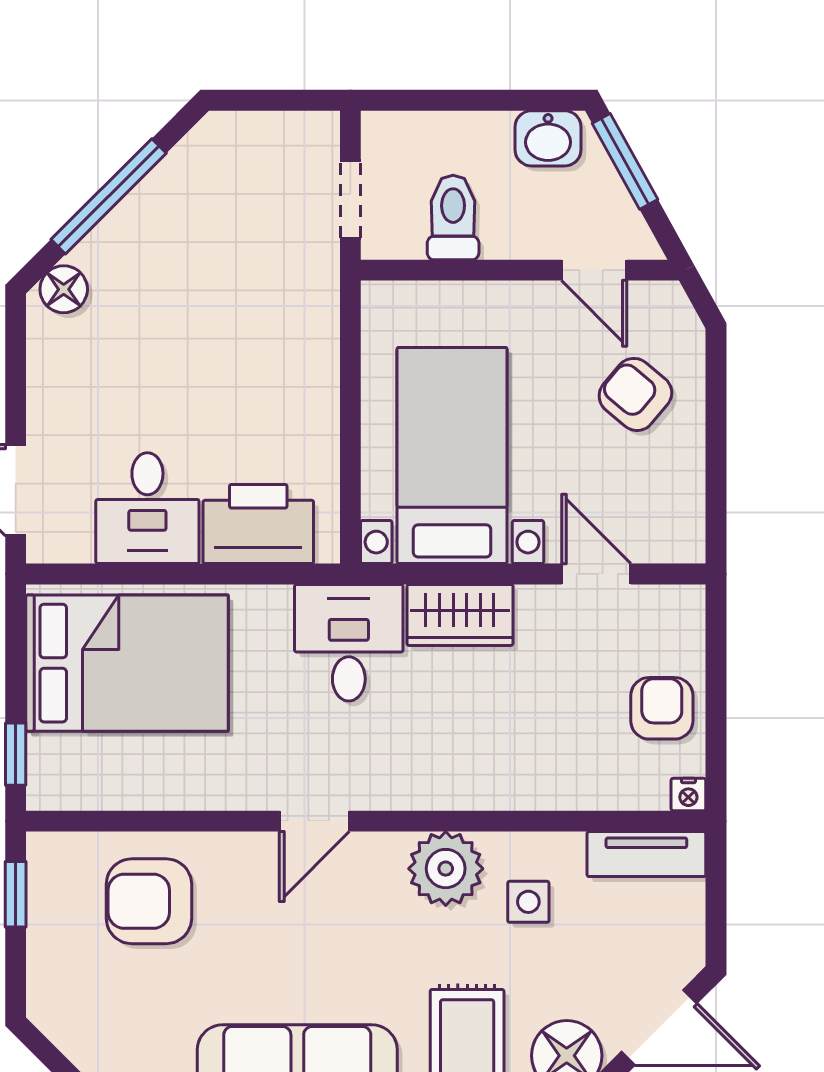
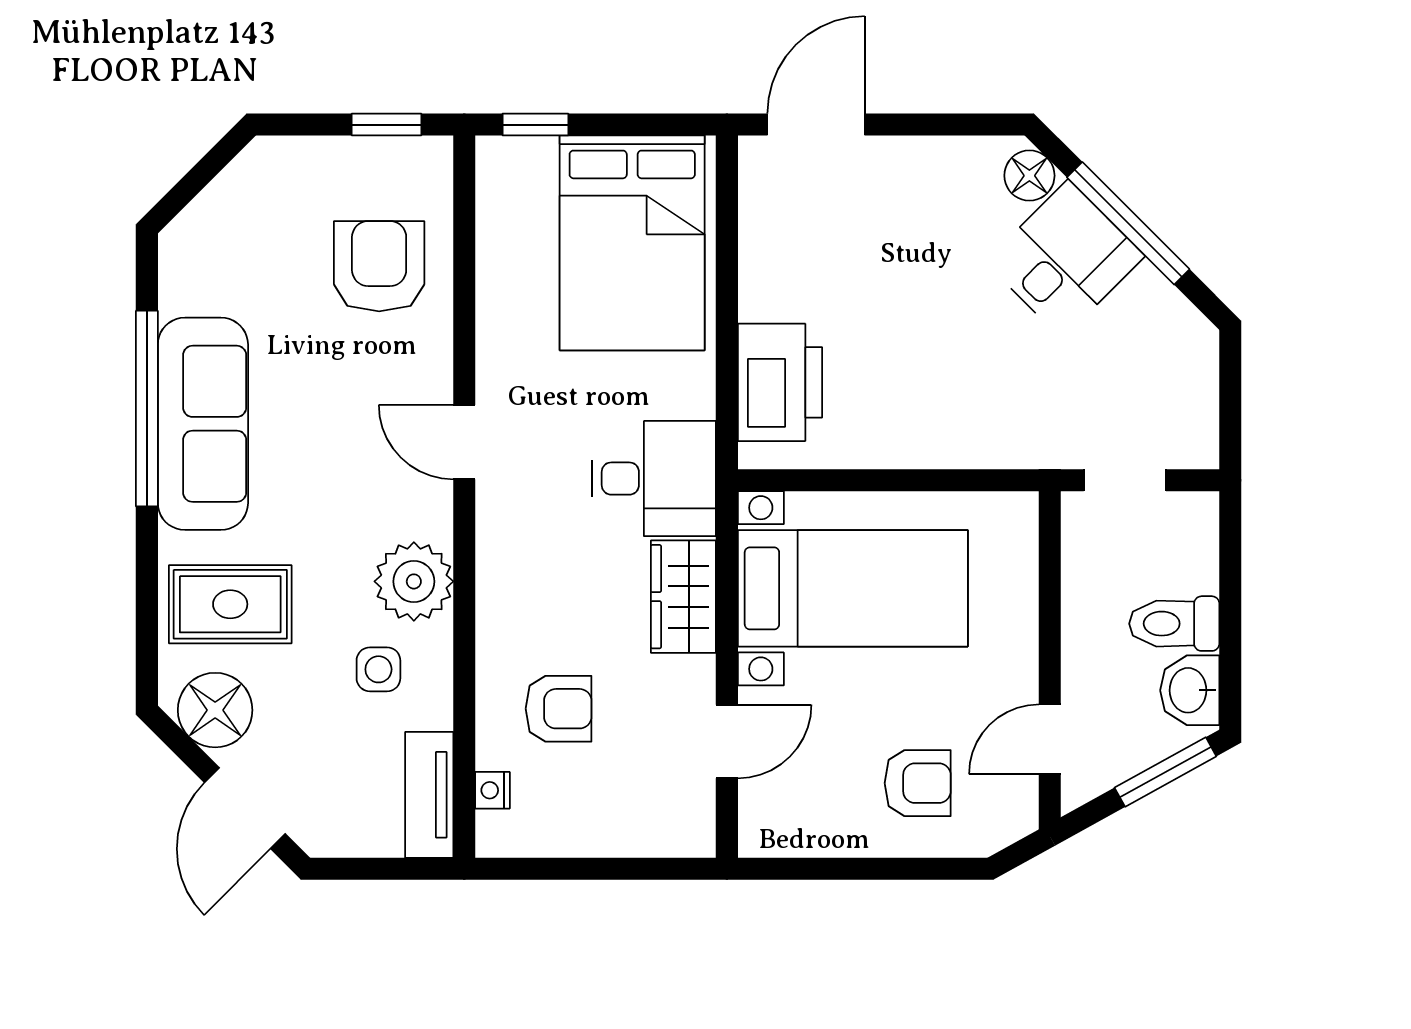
toilet: (453, 217) -> (1174, 624), moved, turned 180
armchair: (635, 394) -> (918, 783), turned 50
desk: (147, 508) -> (1065, 259), moved, turned 135
armchair: (662, 708) -> (559, 709), moved
nightstand: (688, 795) -> (492, 790), moved

